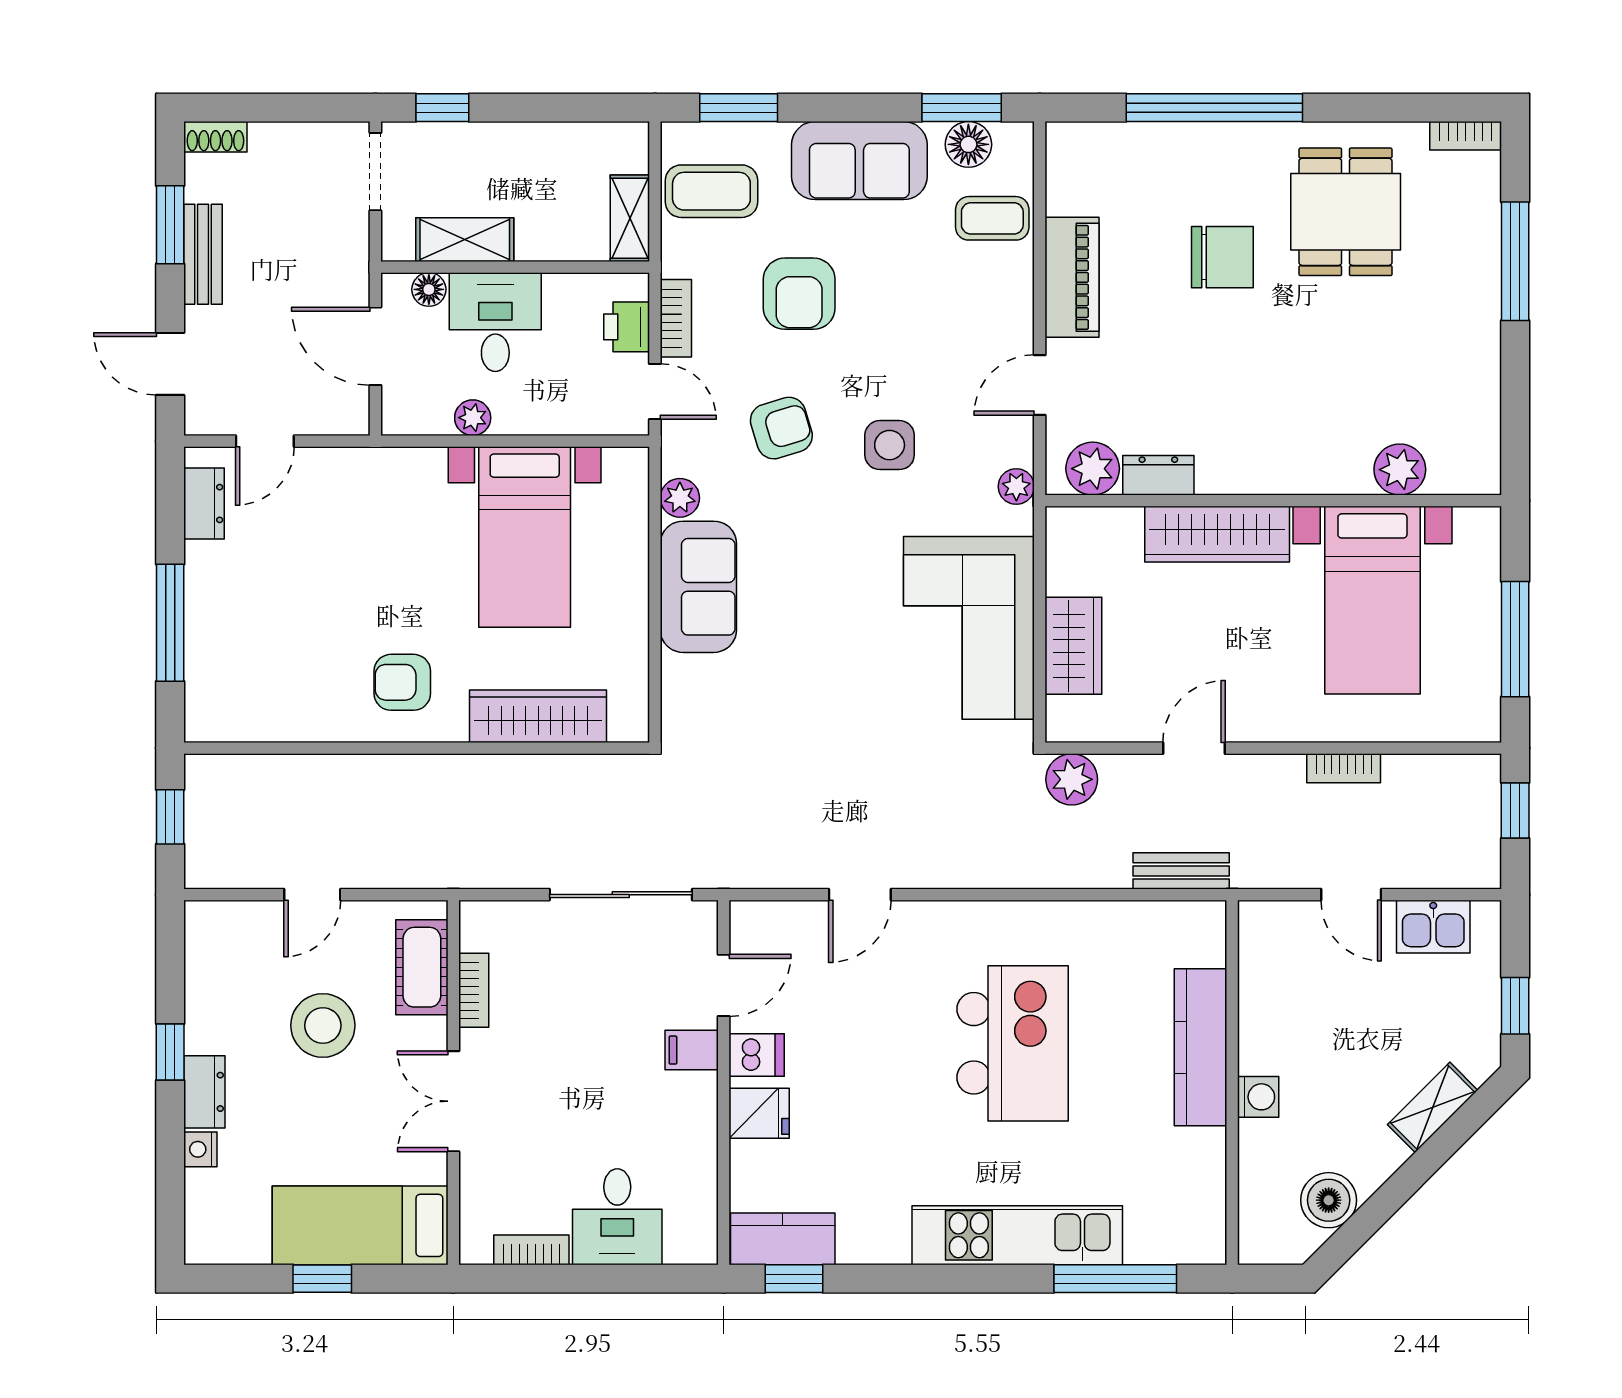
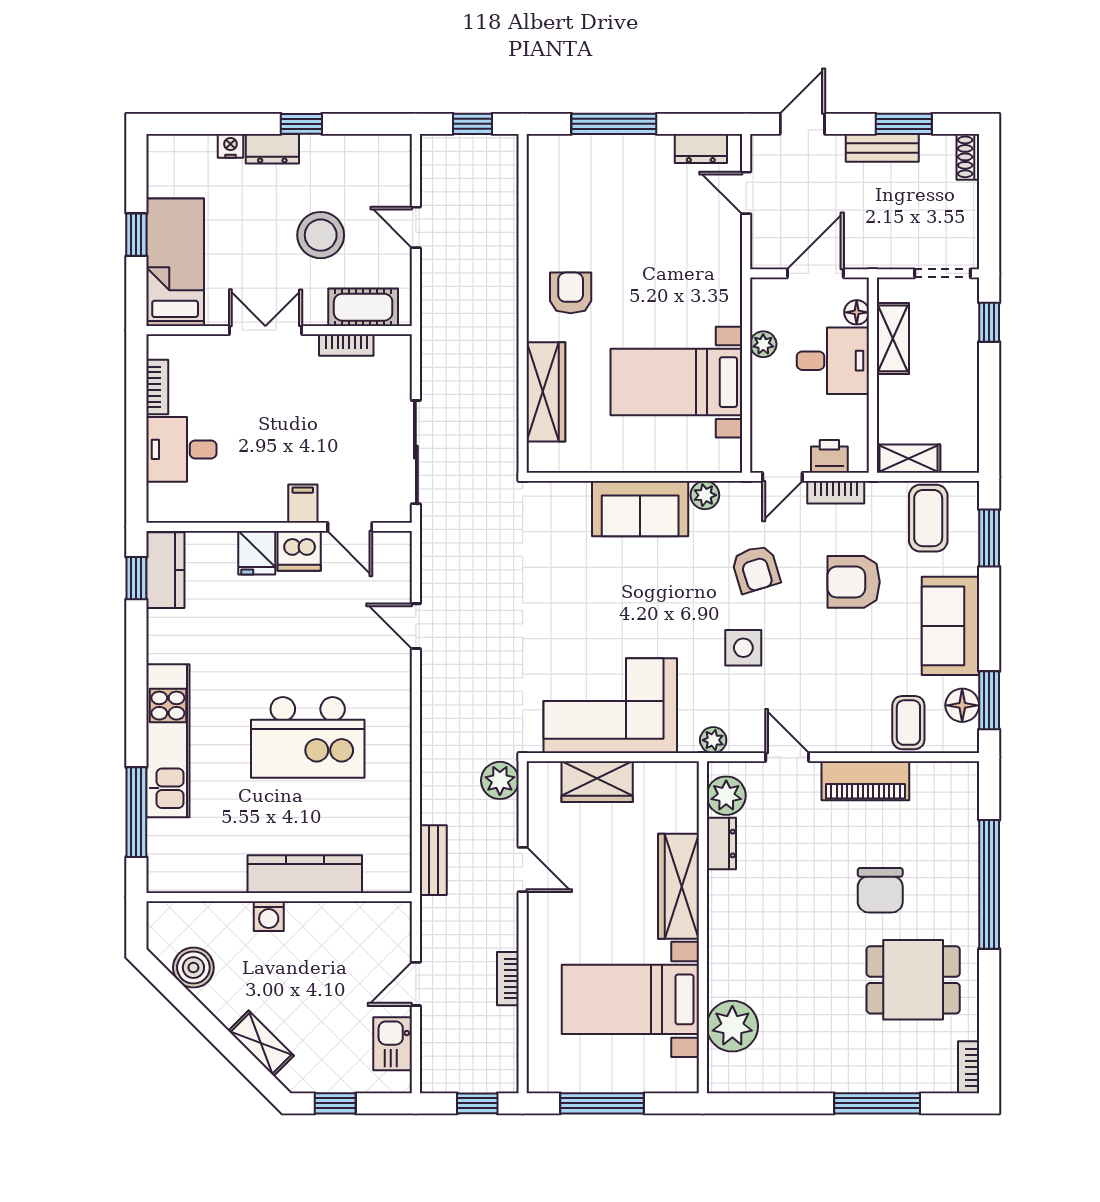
plant: (1400, 470) -> (732, 1026), width x1.36, depth x1.36
dishwasher: (757, 1055) -> (299, 551), width x1.38

